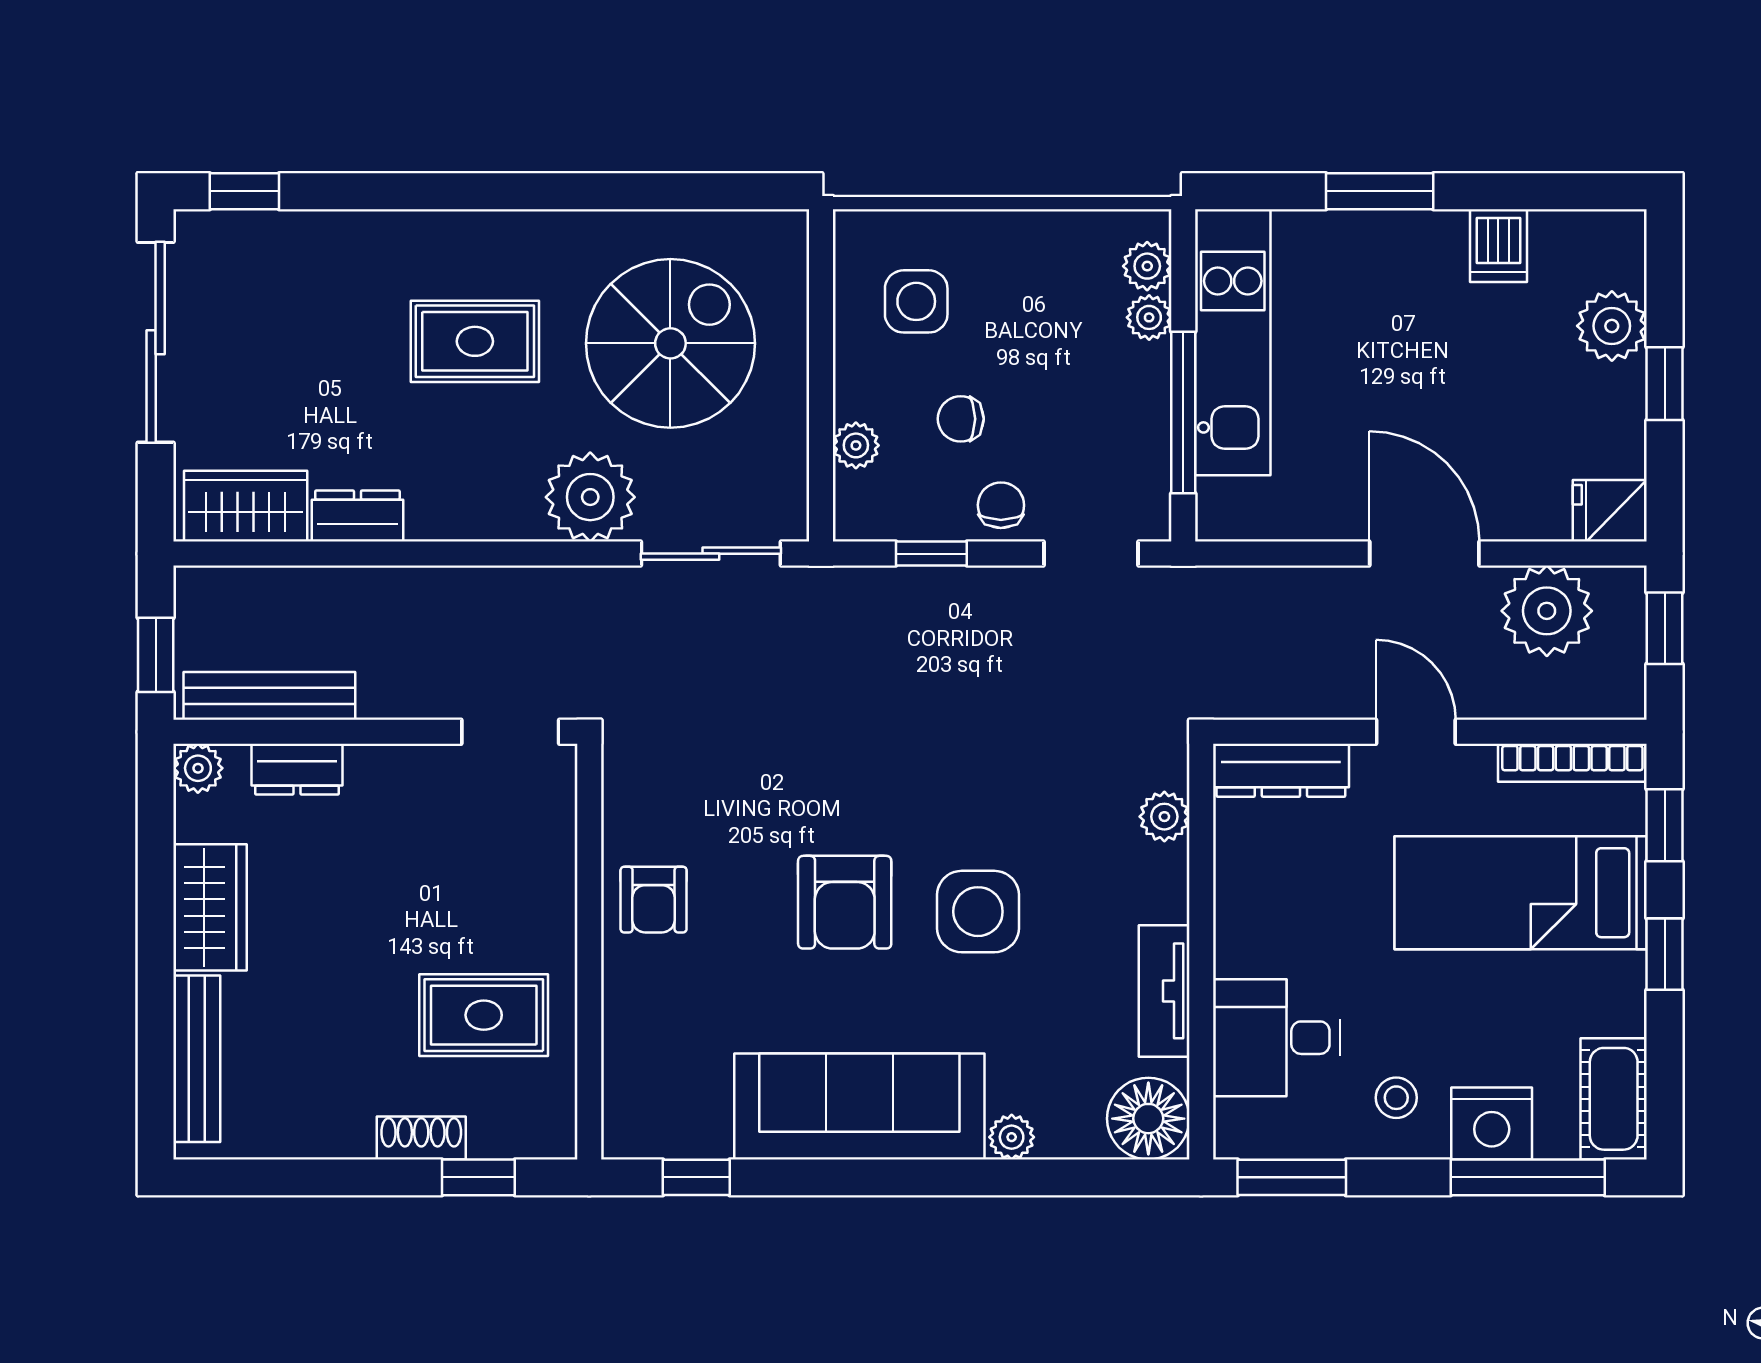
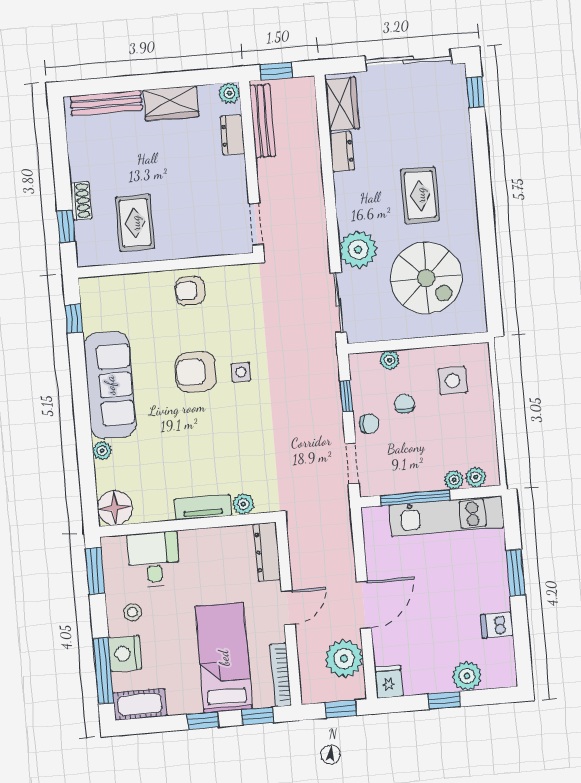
side table: (978, 912) -> (241, 372), moved, width x0.54, depth x0.54
tv unit: (1164, 991) -> (203, 507), moved

